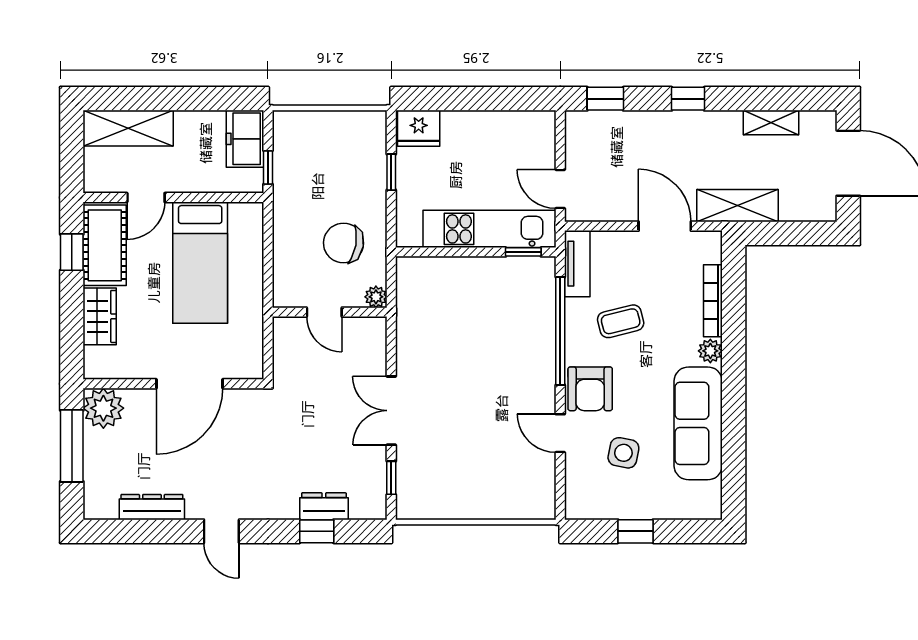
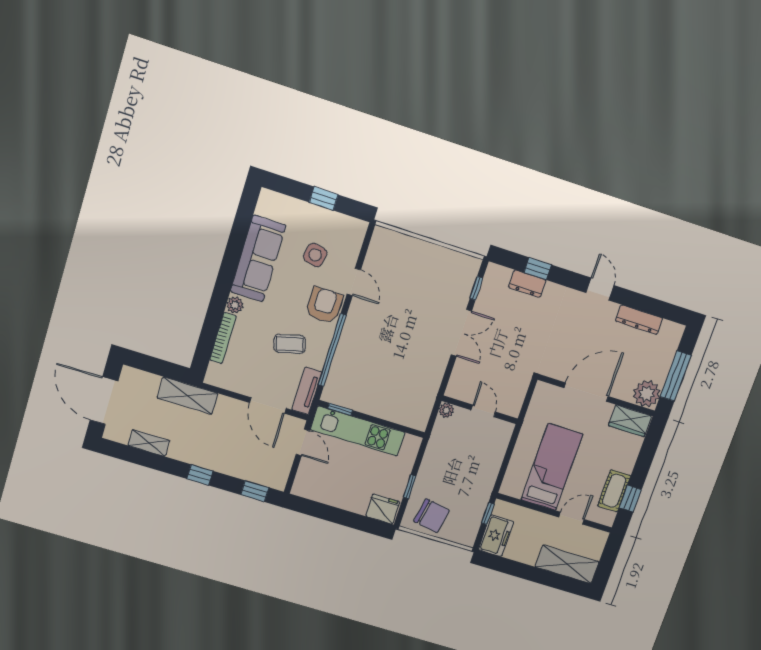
door: (665, 226) -> (268, 406), moved
chair: (344, 243) -> (432, 516), moved
cot: (105, 245) -> (614, 491), width x0.73, depth x0.75
wardrobe: (100, 316) -> (630, 421), moved, turned -90

